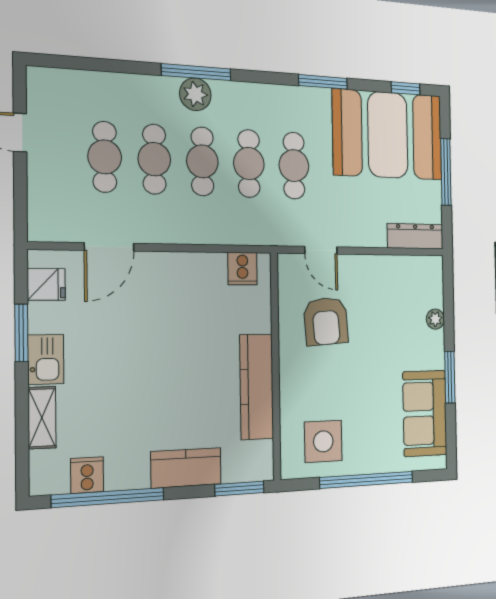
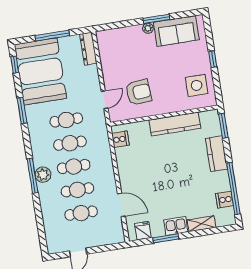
plant: (435, 319) -> (148, 28), moved
window: (367, 480) -> (213, 59), width x0.32

